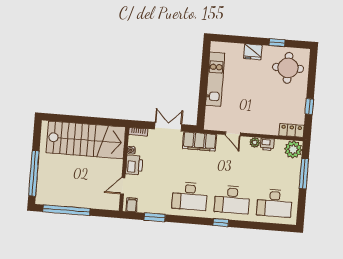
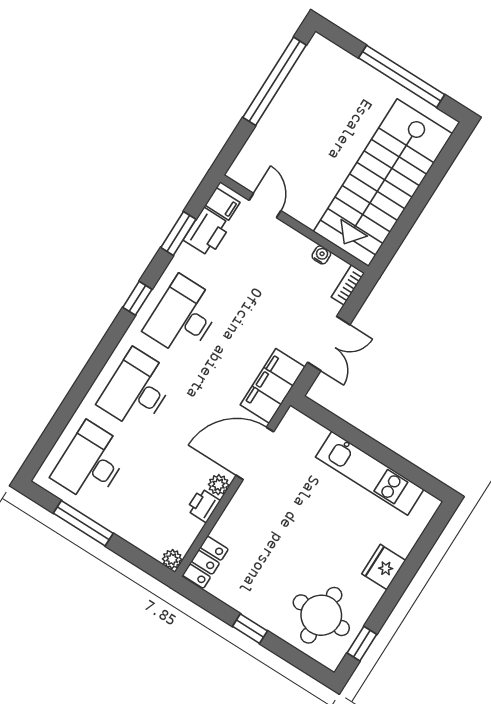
window: (277, 43) -> (362, 644), moved
window: (309, 106) -> (250, 629), moved
door: (233, 134) -> (255, 453), width x1.87
plant: (293, 149) -> (172, 559), width x0.53, depth x0.53
printer: (134, 165) -> (207, 232), moved, turned -90
window: (34, 173) -> (402, 76), moved
window: (304, 174) -> (83, 523), moved
window: (221, 223) -> (137, 298), moved

